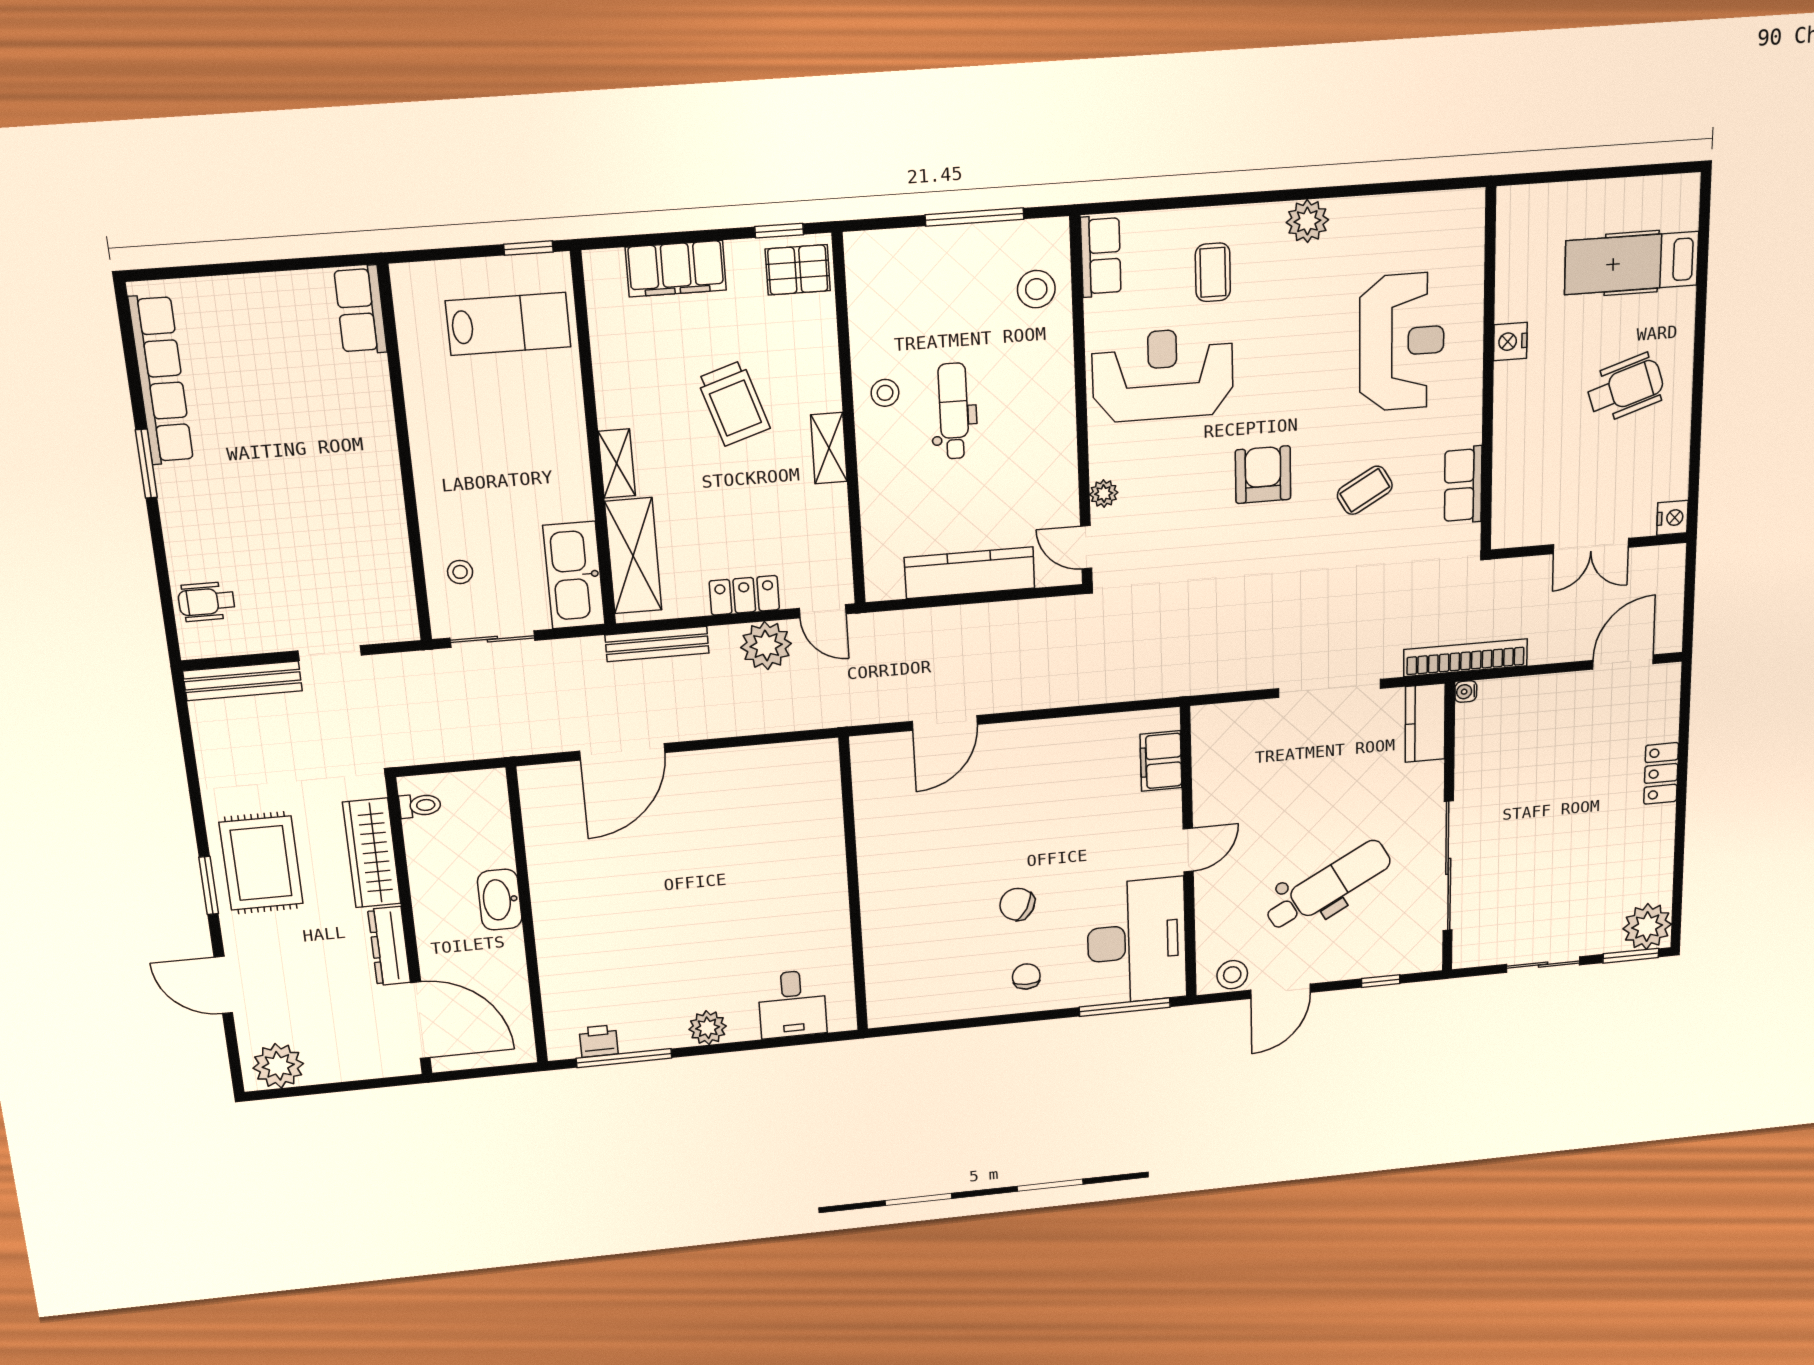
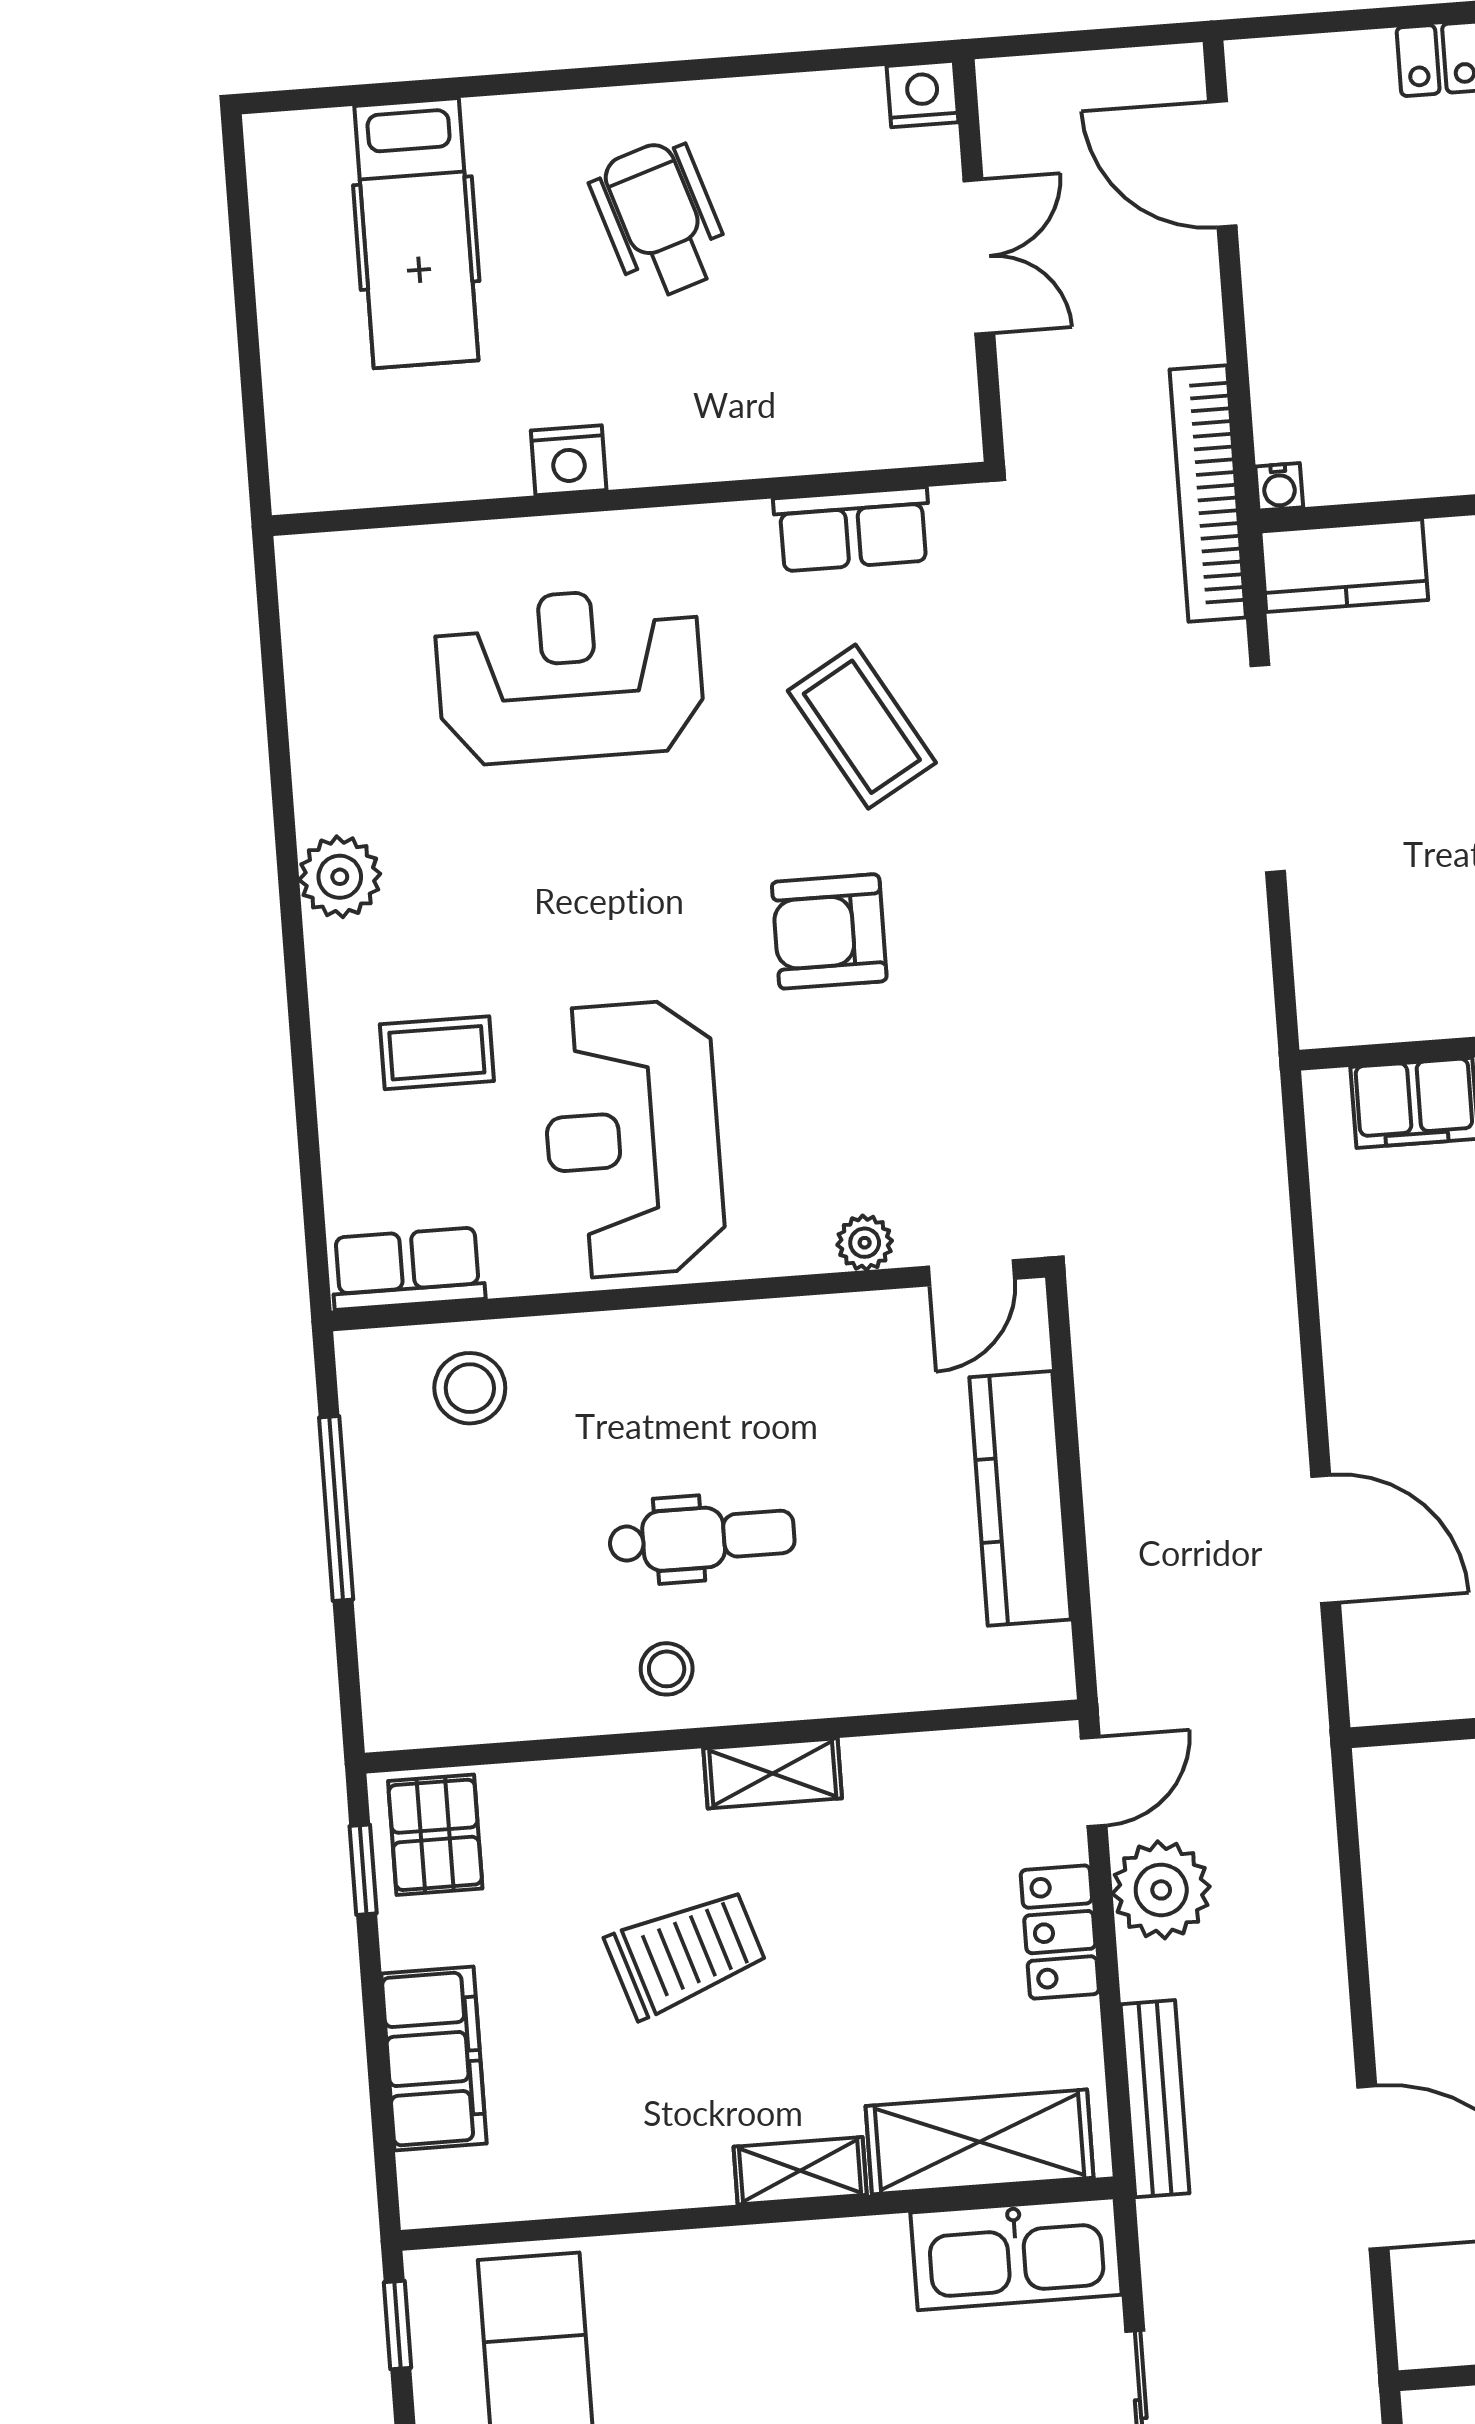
dental chair: (954, 411) -> (702, 1538), turned 180
coffee table: (1365, 490) -> (862, 727), width x1.36, depth x1.30

